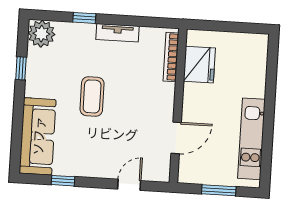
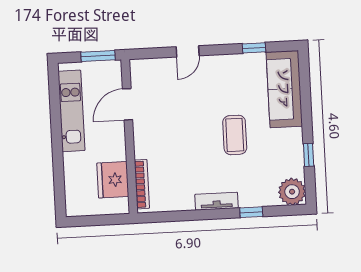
bookcase: (171, 57) -> (142, 184), moved
fridge: (199, 65) -> (113, 180), moved
wall: (178, 106) -> (129, 137), moved
door: (176, 138) -> (128, 104), moved

